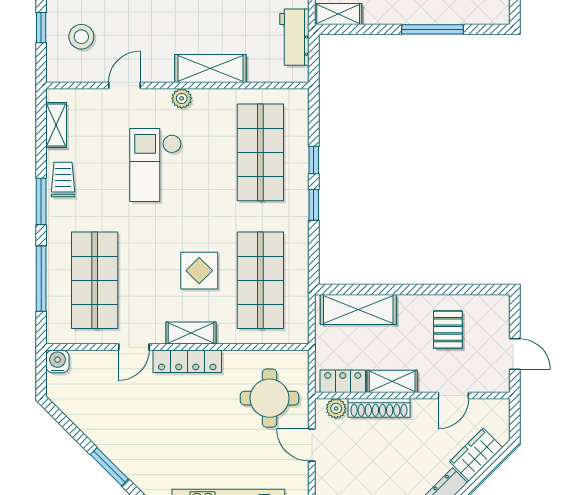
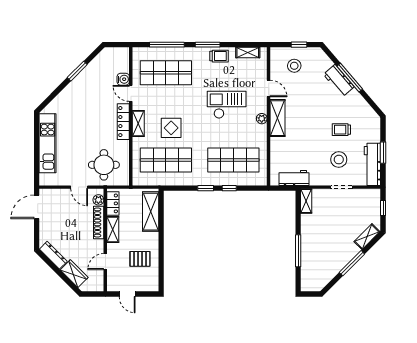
shelving: (210, 68) -> (278, 118), moved
door: (515, 354) -> (127, 294), hinge flipped
water cooler: (57, 361) -> (123, 79), moved
door: (453, 395) -> (105, 262), hinge flipped
door: (312, 445) -> (79, 187), swing flipped
window: (109, 467) -> (77, 71), moved

